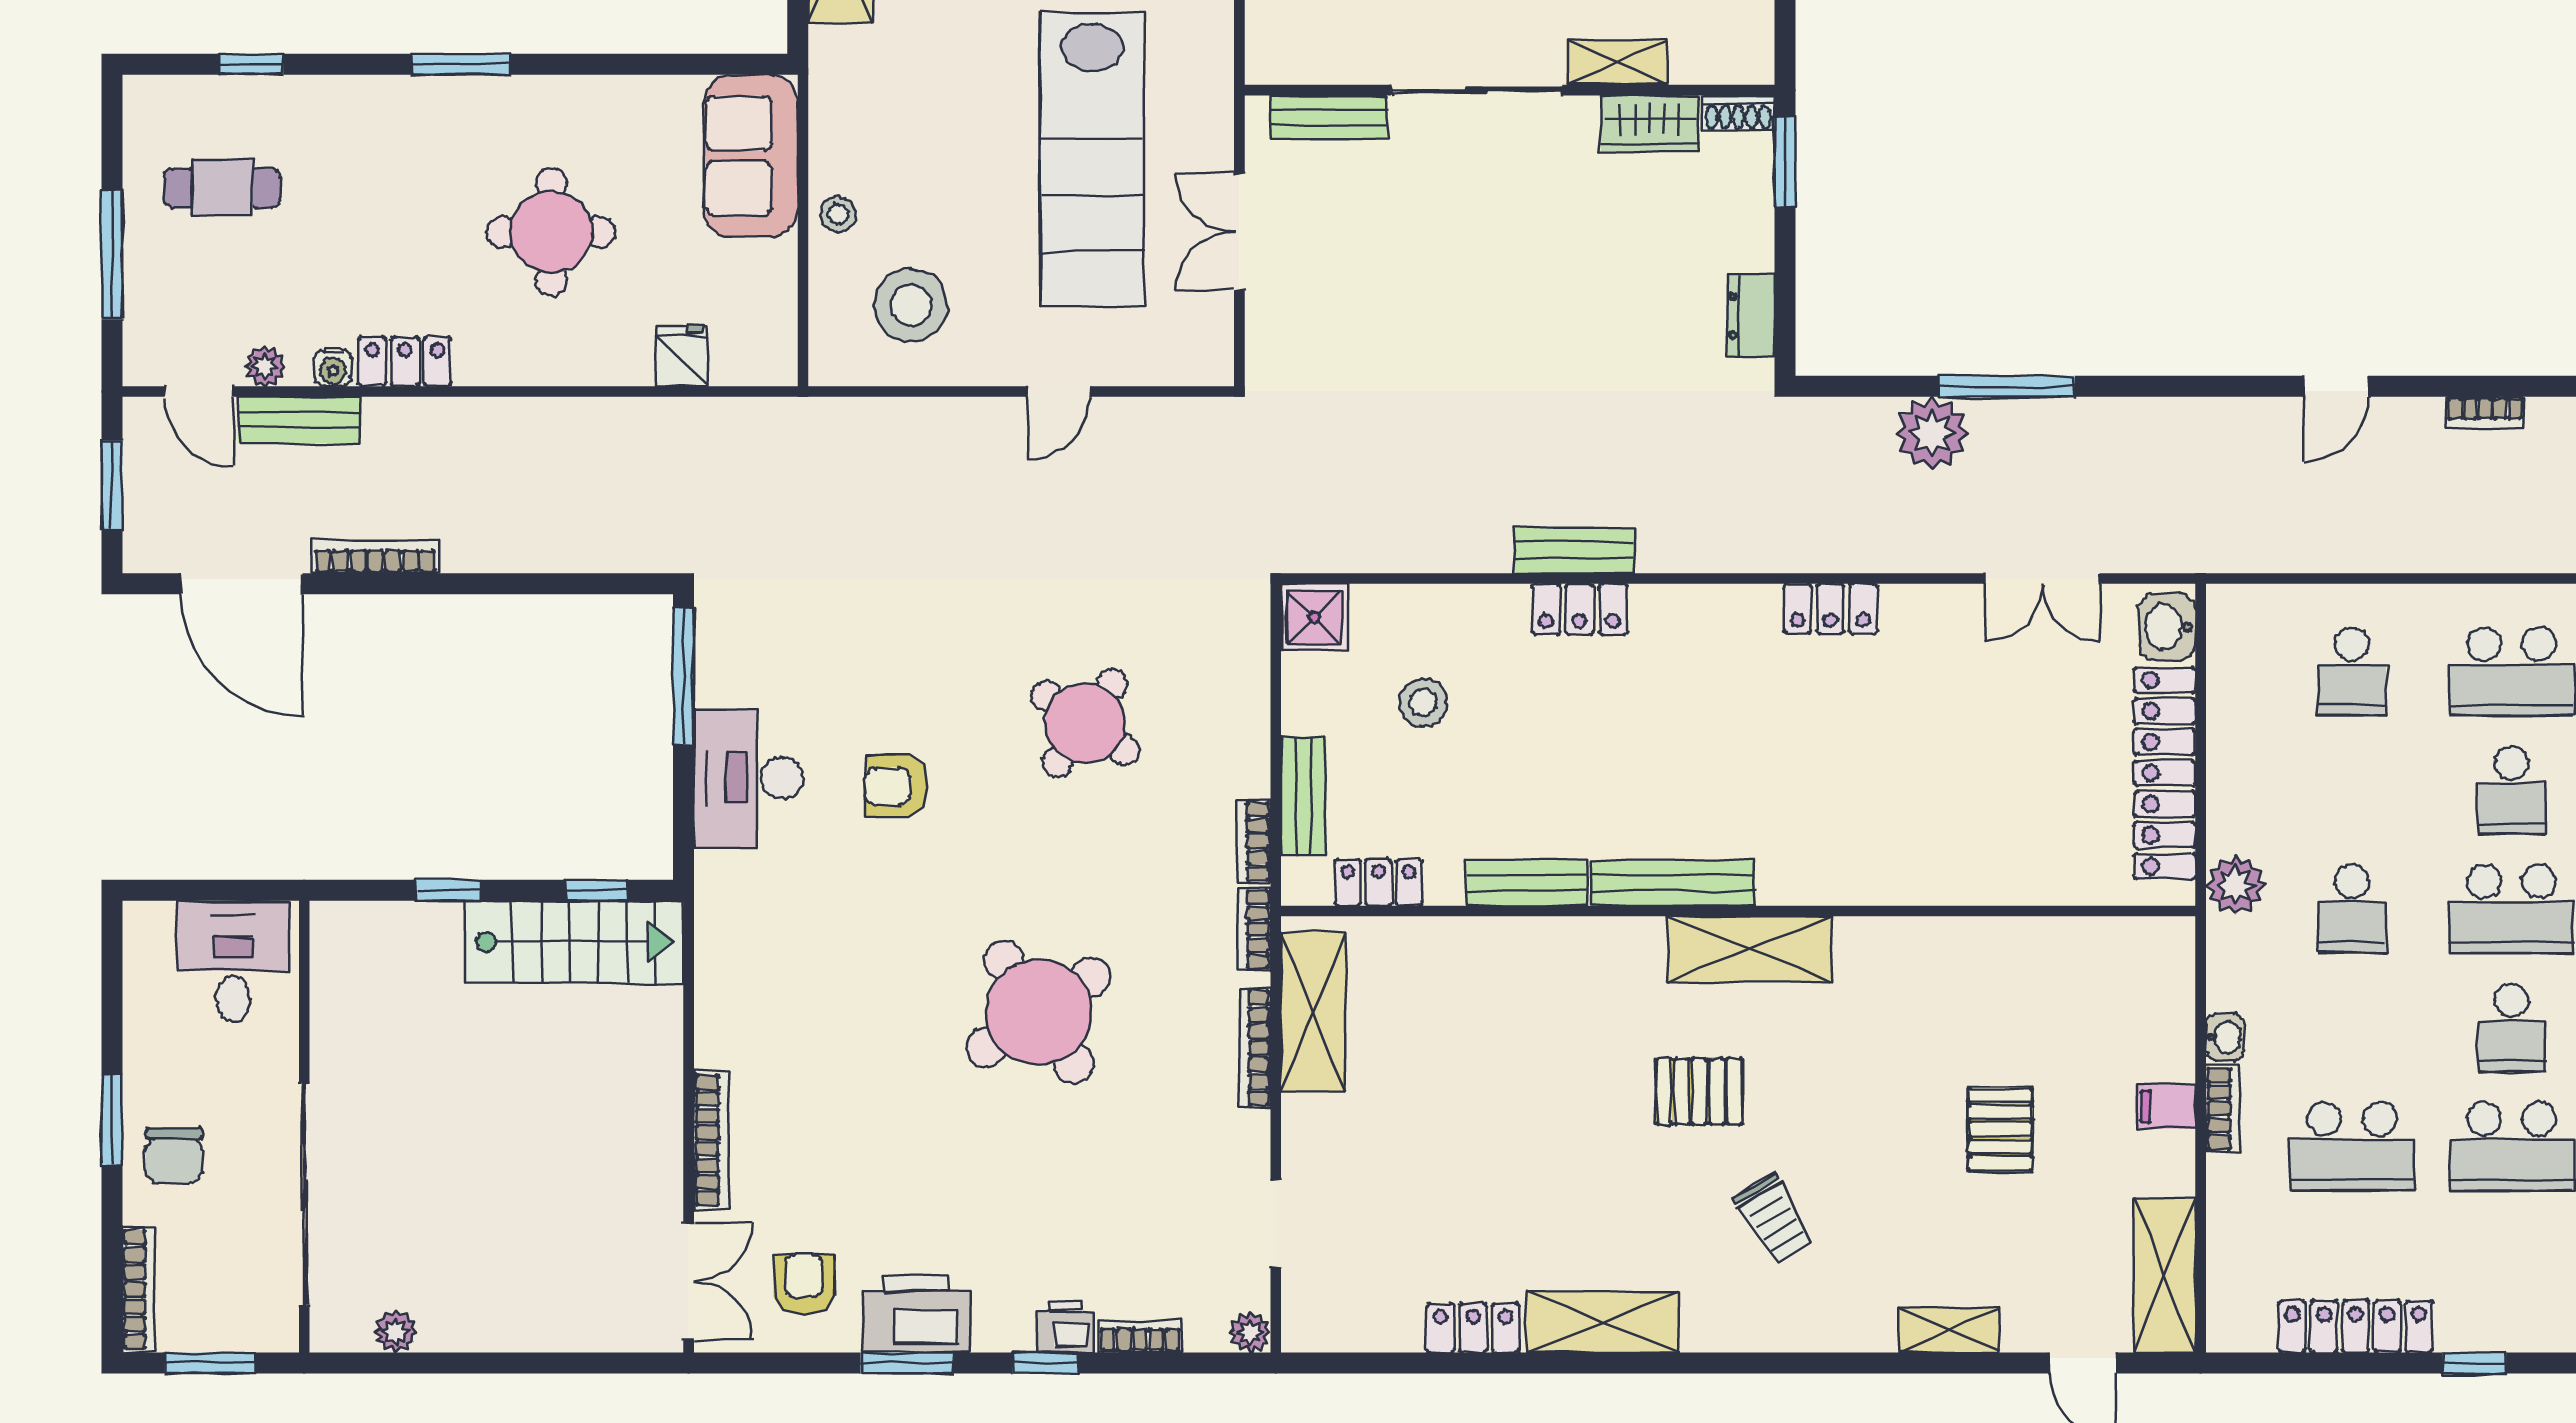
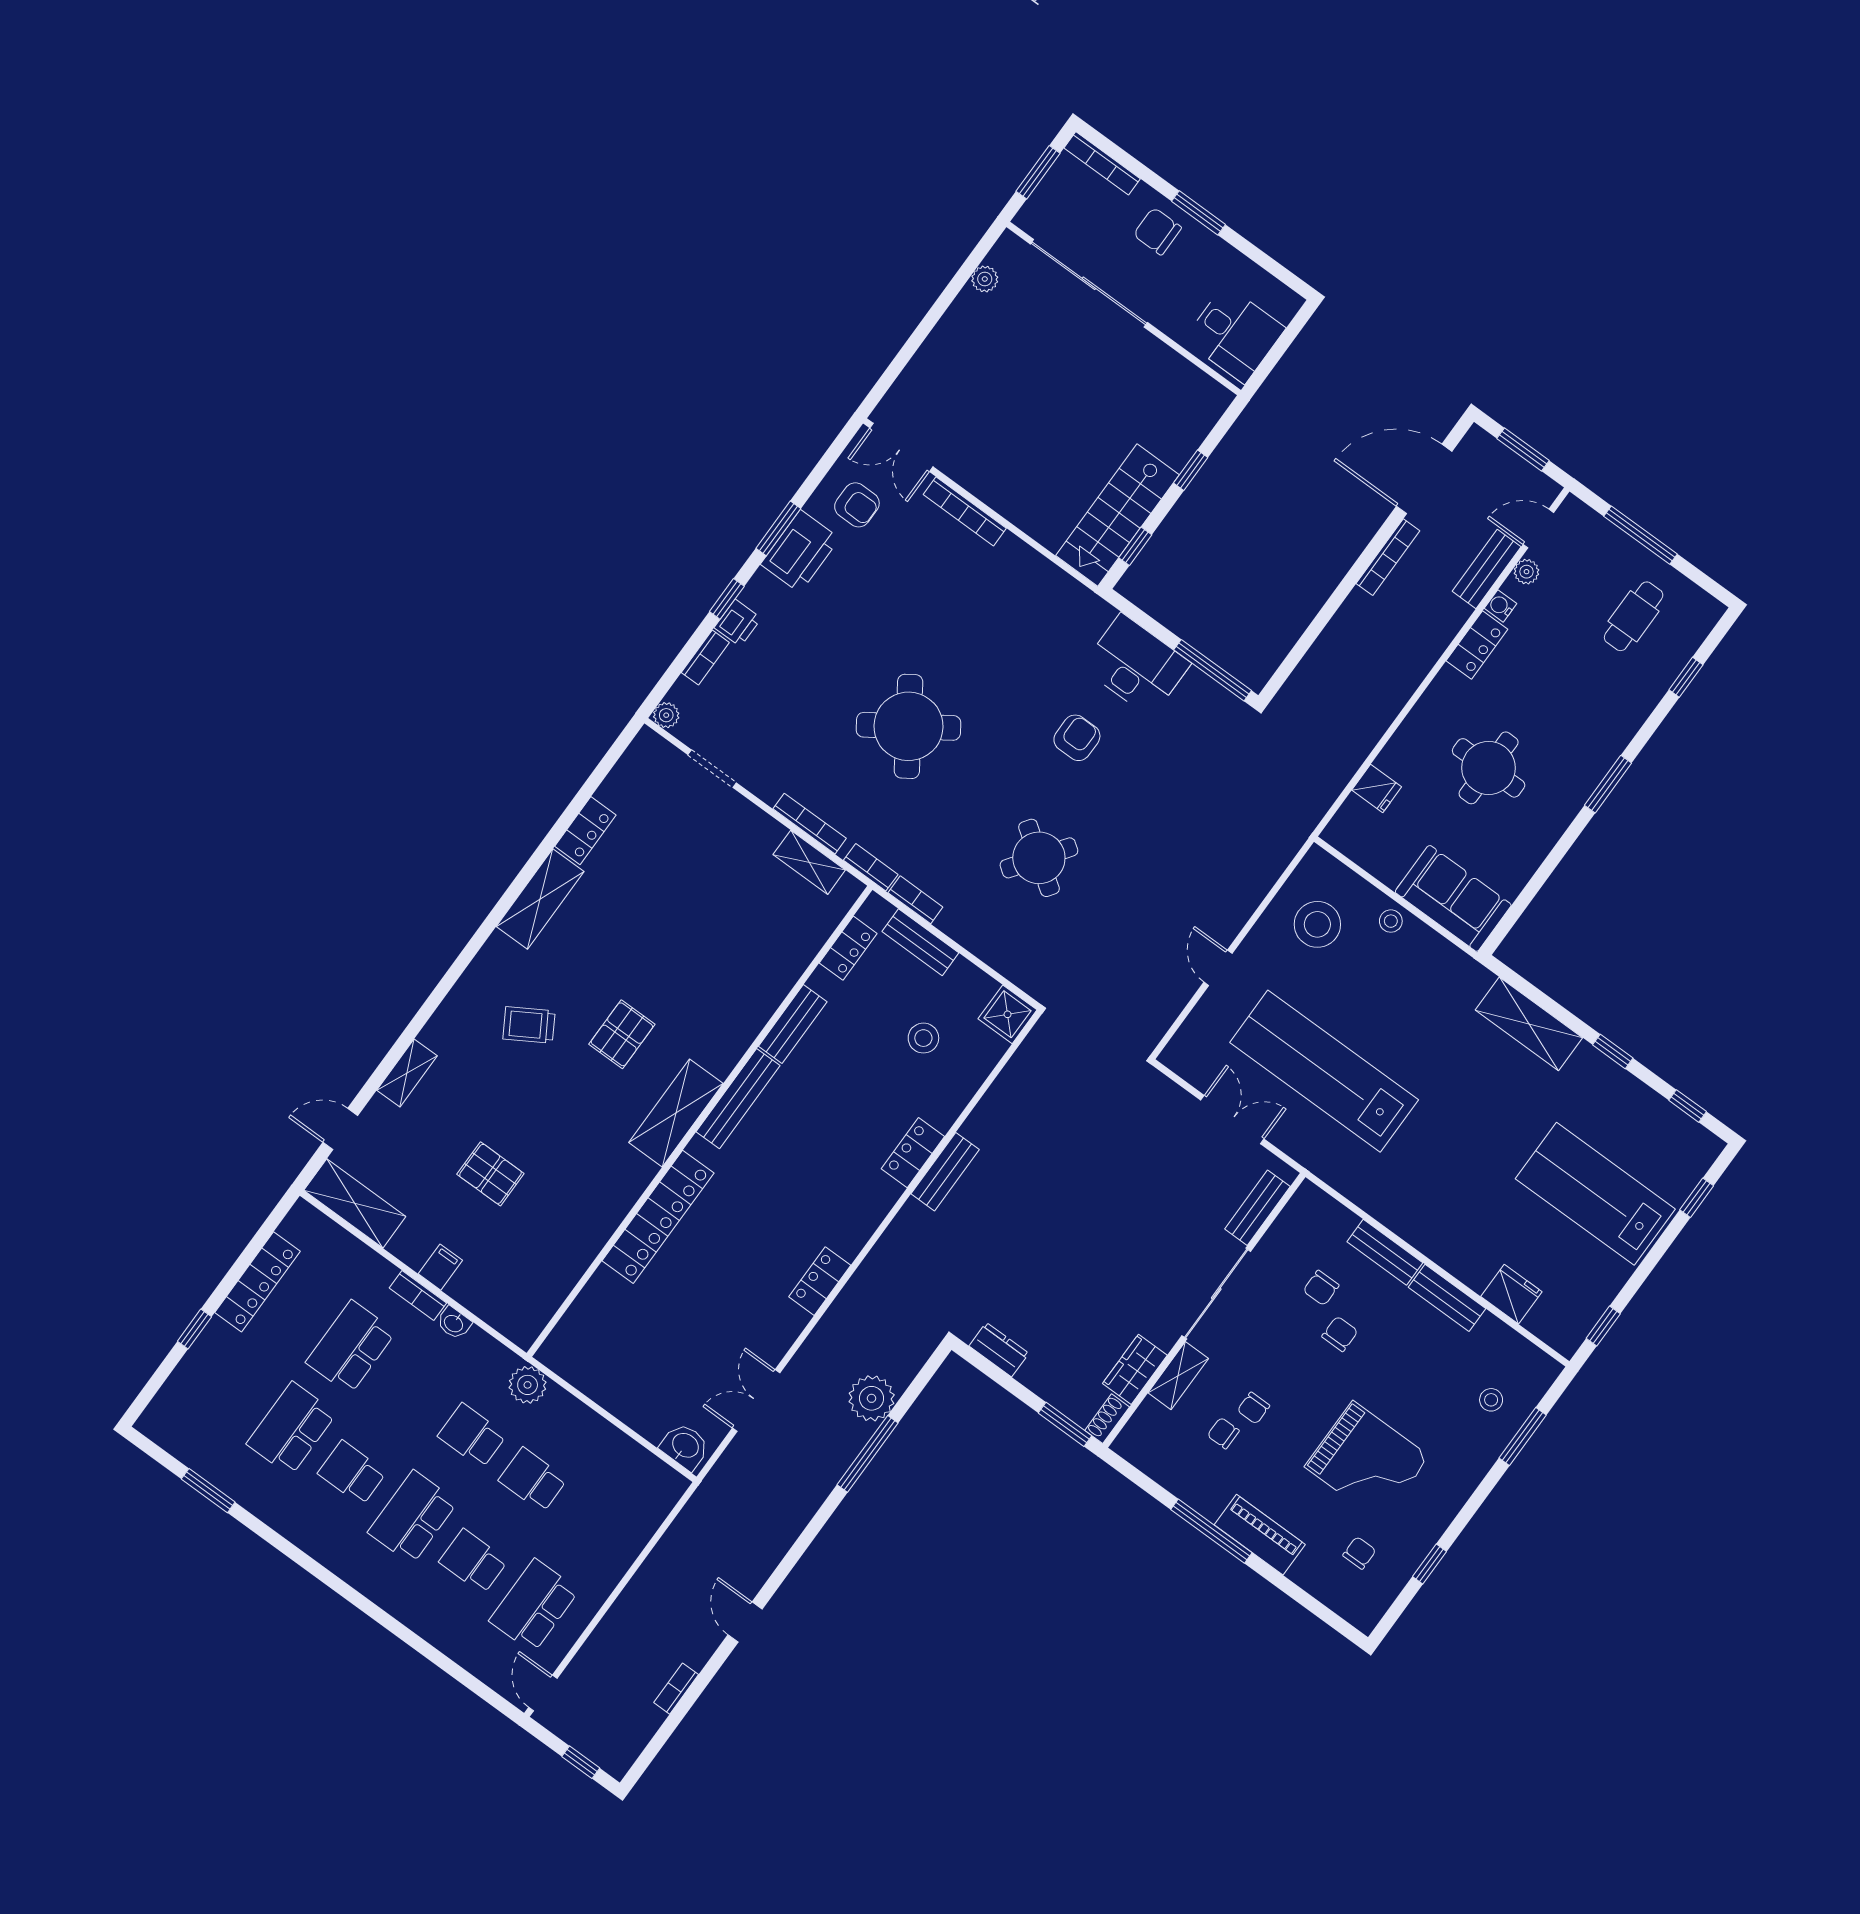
school desk: (2352, 671) -> (533, 1480), moved
locker: (2165, 773) -> (658, 1217), moved, turned 90
shelving: (1313, 1012) -> (809, 862), width x0.67, depth x0.75

